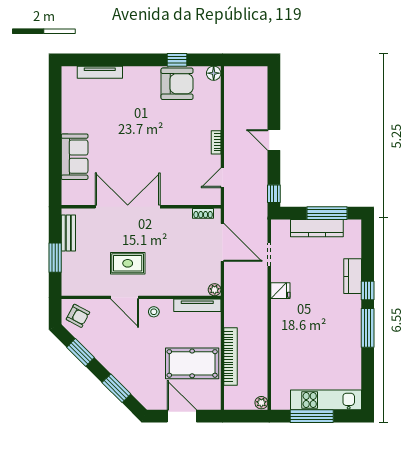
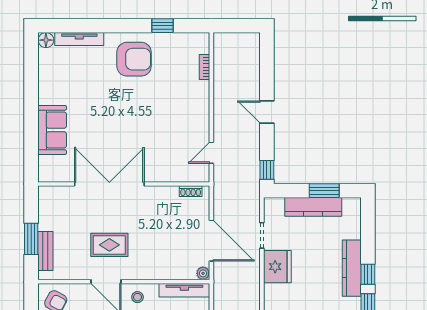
floor lamp: (214, 73) -> (46, 40), moved
armchair: (177, 84) -> (134, 59), moved
bookcase: (216, 142) -> (205, 67), moved
window: (327, 213) -> (324, 191), width x0.69
bench: (68, 233) -> (45, 251), moved
door: (222, 242) -> (211, 241), moved
kitchen counter: (353, 276) -> (352, 268), width x1.50
fridge: (280, 291) -> (277, 267), width x1.88, depth x1.34

